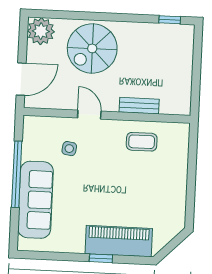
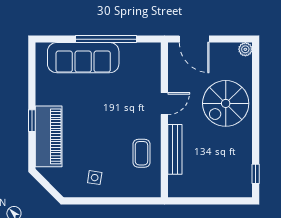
plant: (41, 31) -> (245, 49), width x0.53, depth x0.53
spiral stairs: (92, 48) -> (226, 103), turned -90
bench: (139, 106) -> (175, 149), width x1.36
side table: (69, 149) -> (95, 178), moved

